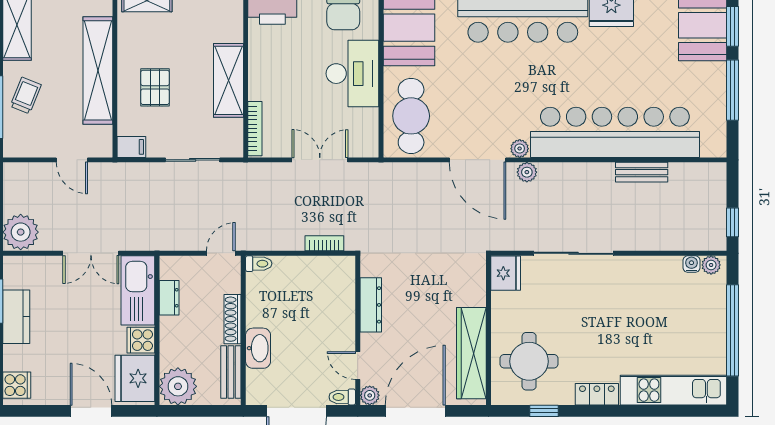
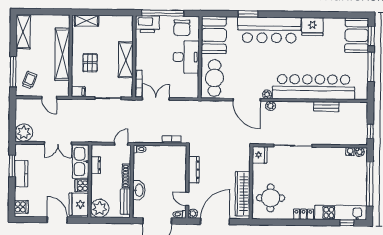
trolley: (26, 96) -> (29, 80), moved
double door: (320, 160) -> (156, 99), moved
window: (544, 411) -> (347, 223), moved

